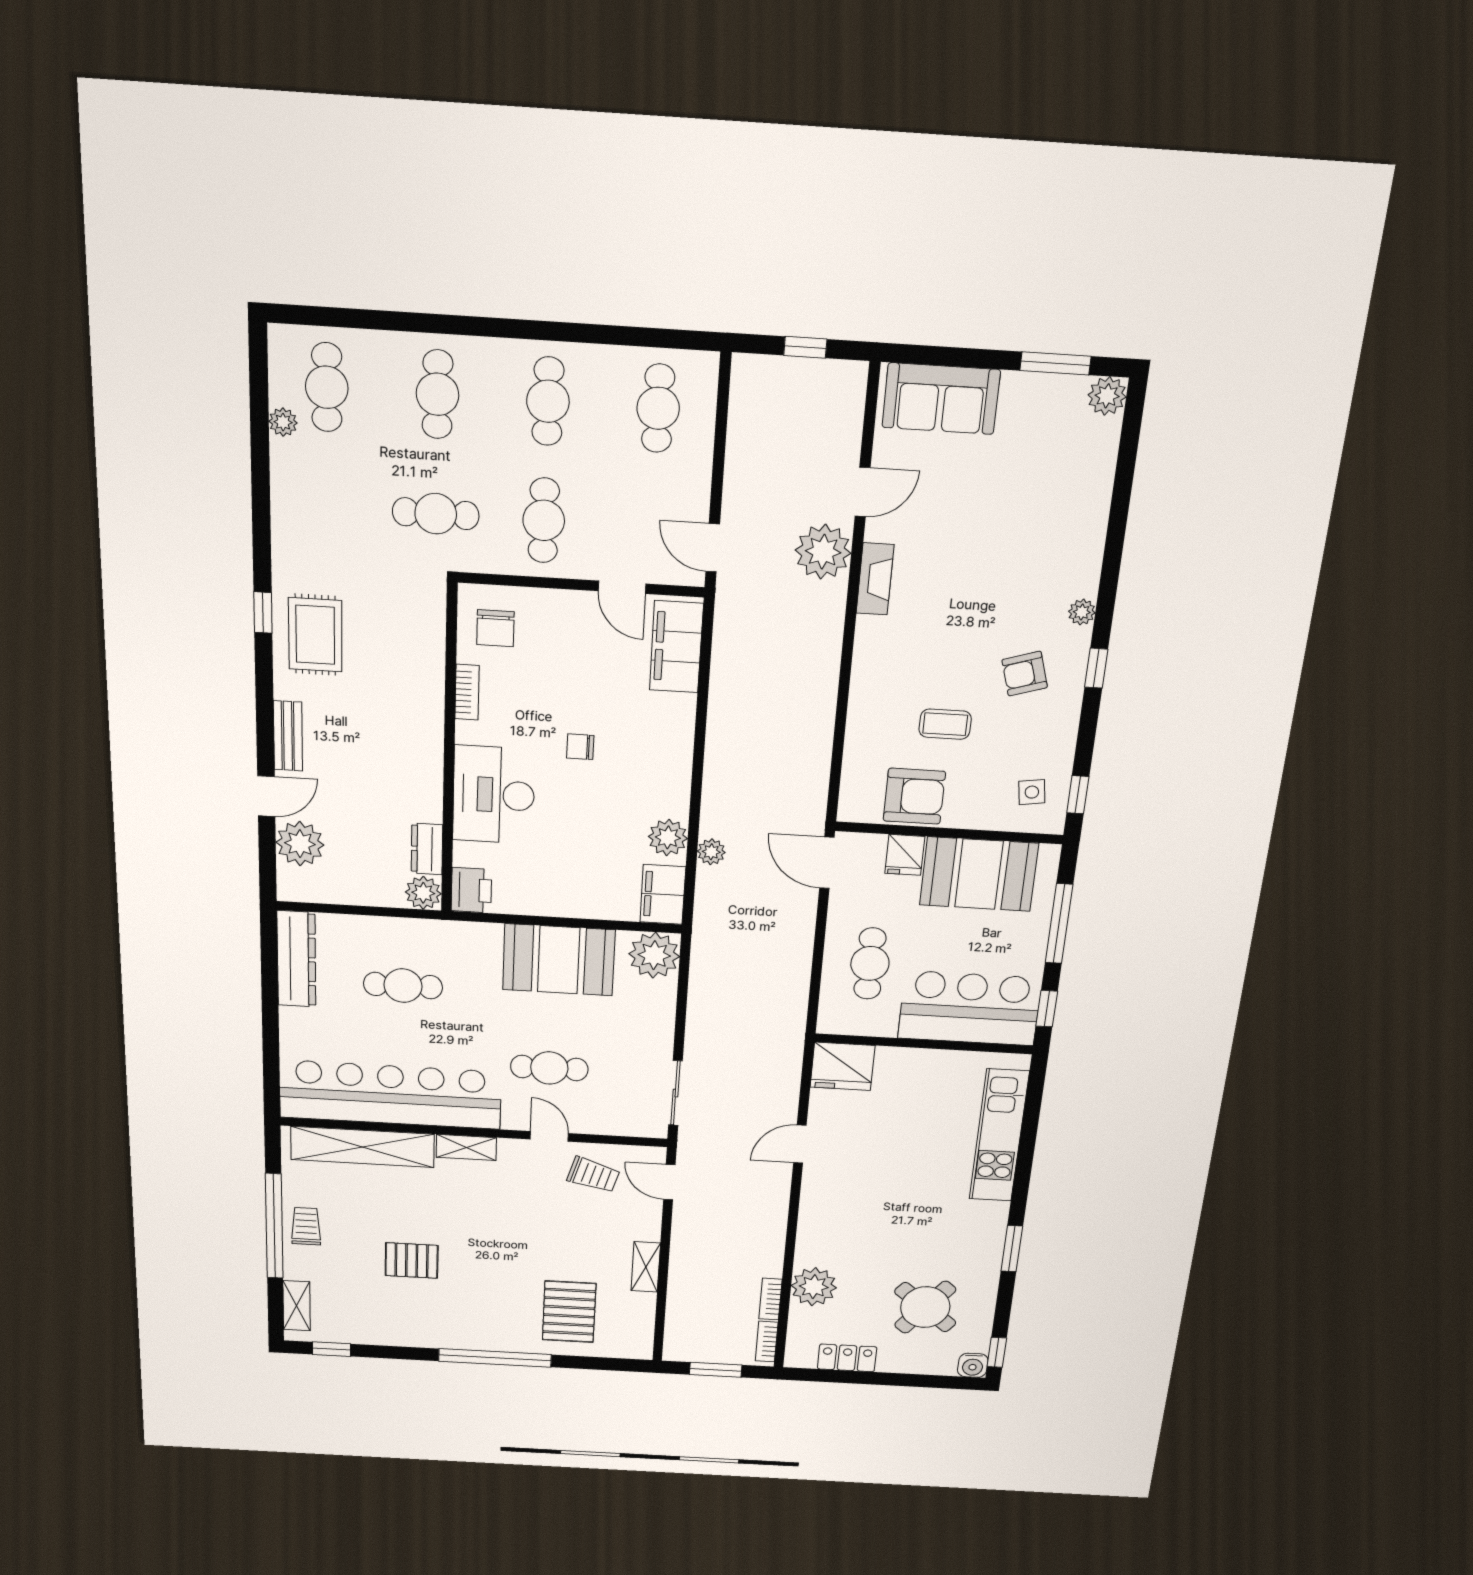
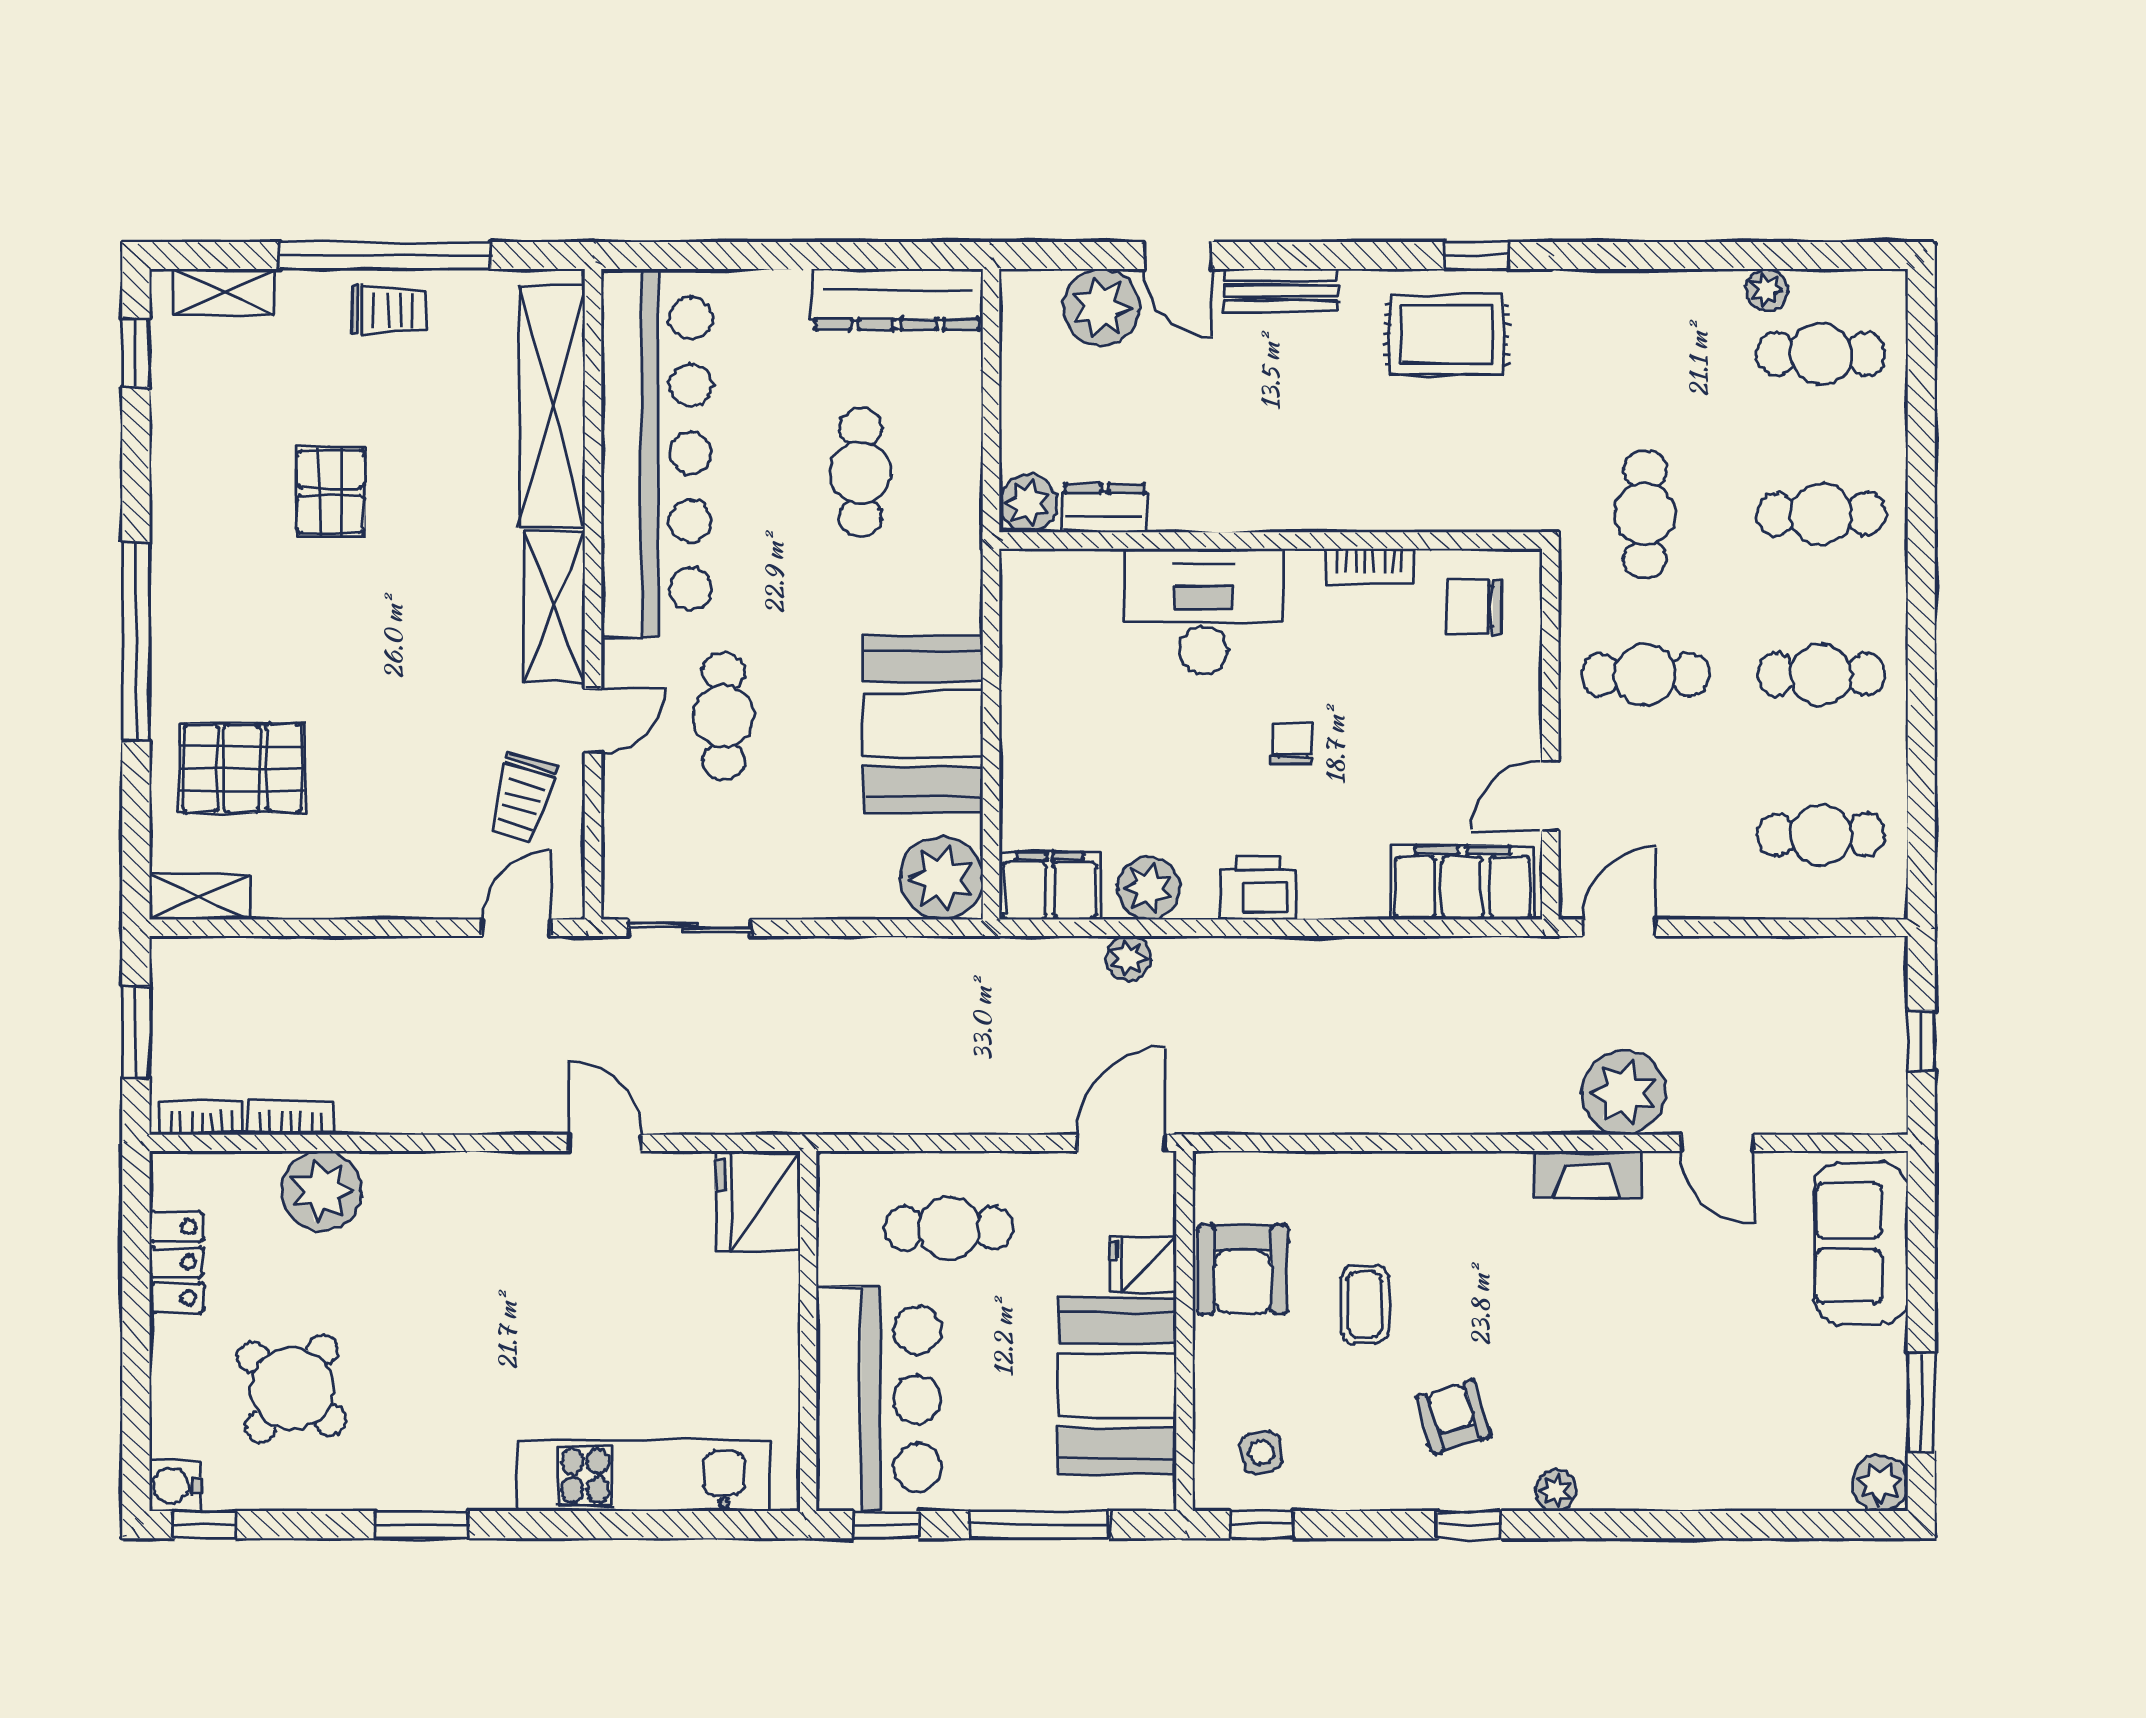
printer: (471, 890) -> (1258, 888), moved, turned 180
shelving: (466, 1147) -> (555, 607), width x1.50, depth x1.33
shelving: (646, 1267) -> (200, 897), moved

